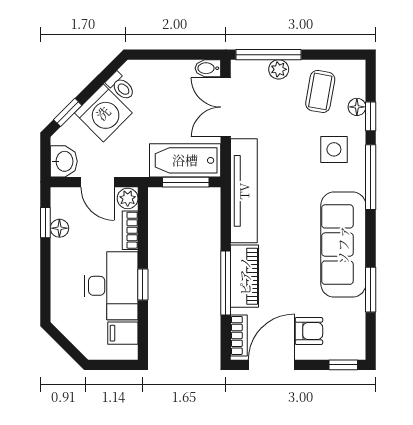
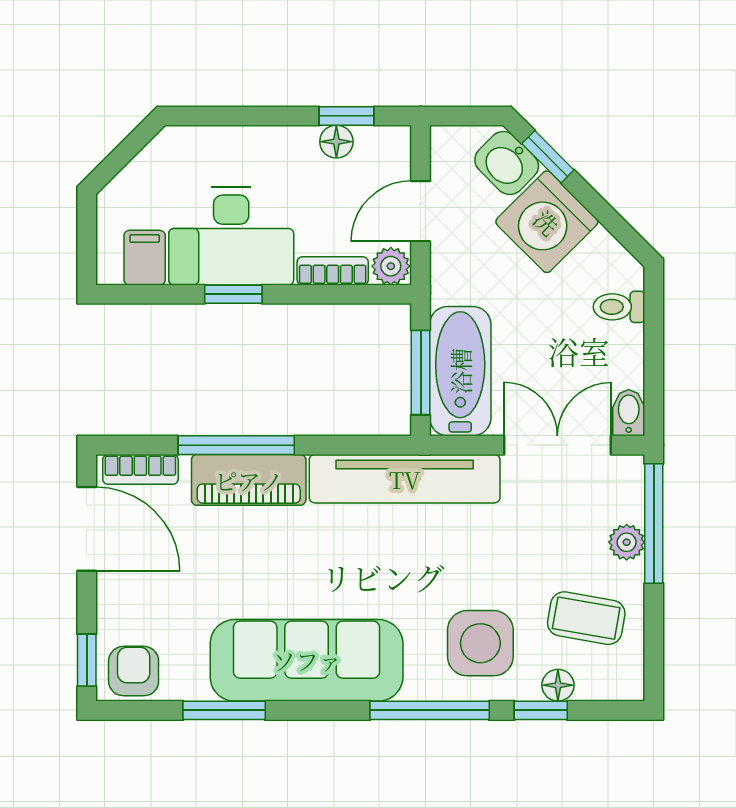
toilet: (121, 86) -> (619, 307), moved, turned 45
side table: (334, 149) -> (480, 643), width x1.37, depth x1.37
washbasin: (64, 161) -> (507, 163), moved, turned 45
armchair: (309, 331) -> (134, 671), moved, turned 180

